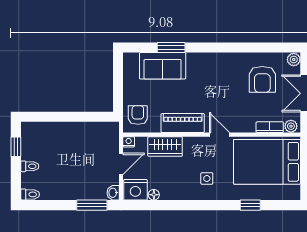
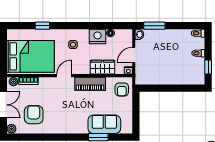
door: (219, 135) -> (64, 76), swing flipped
nightstand: (135, 190) -> (97, 37), moved

